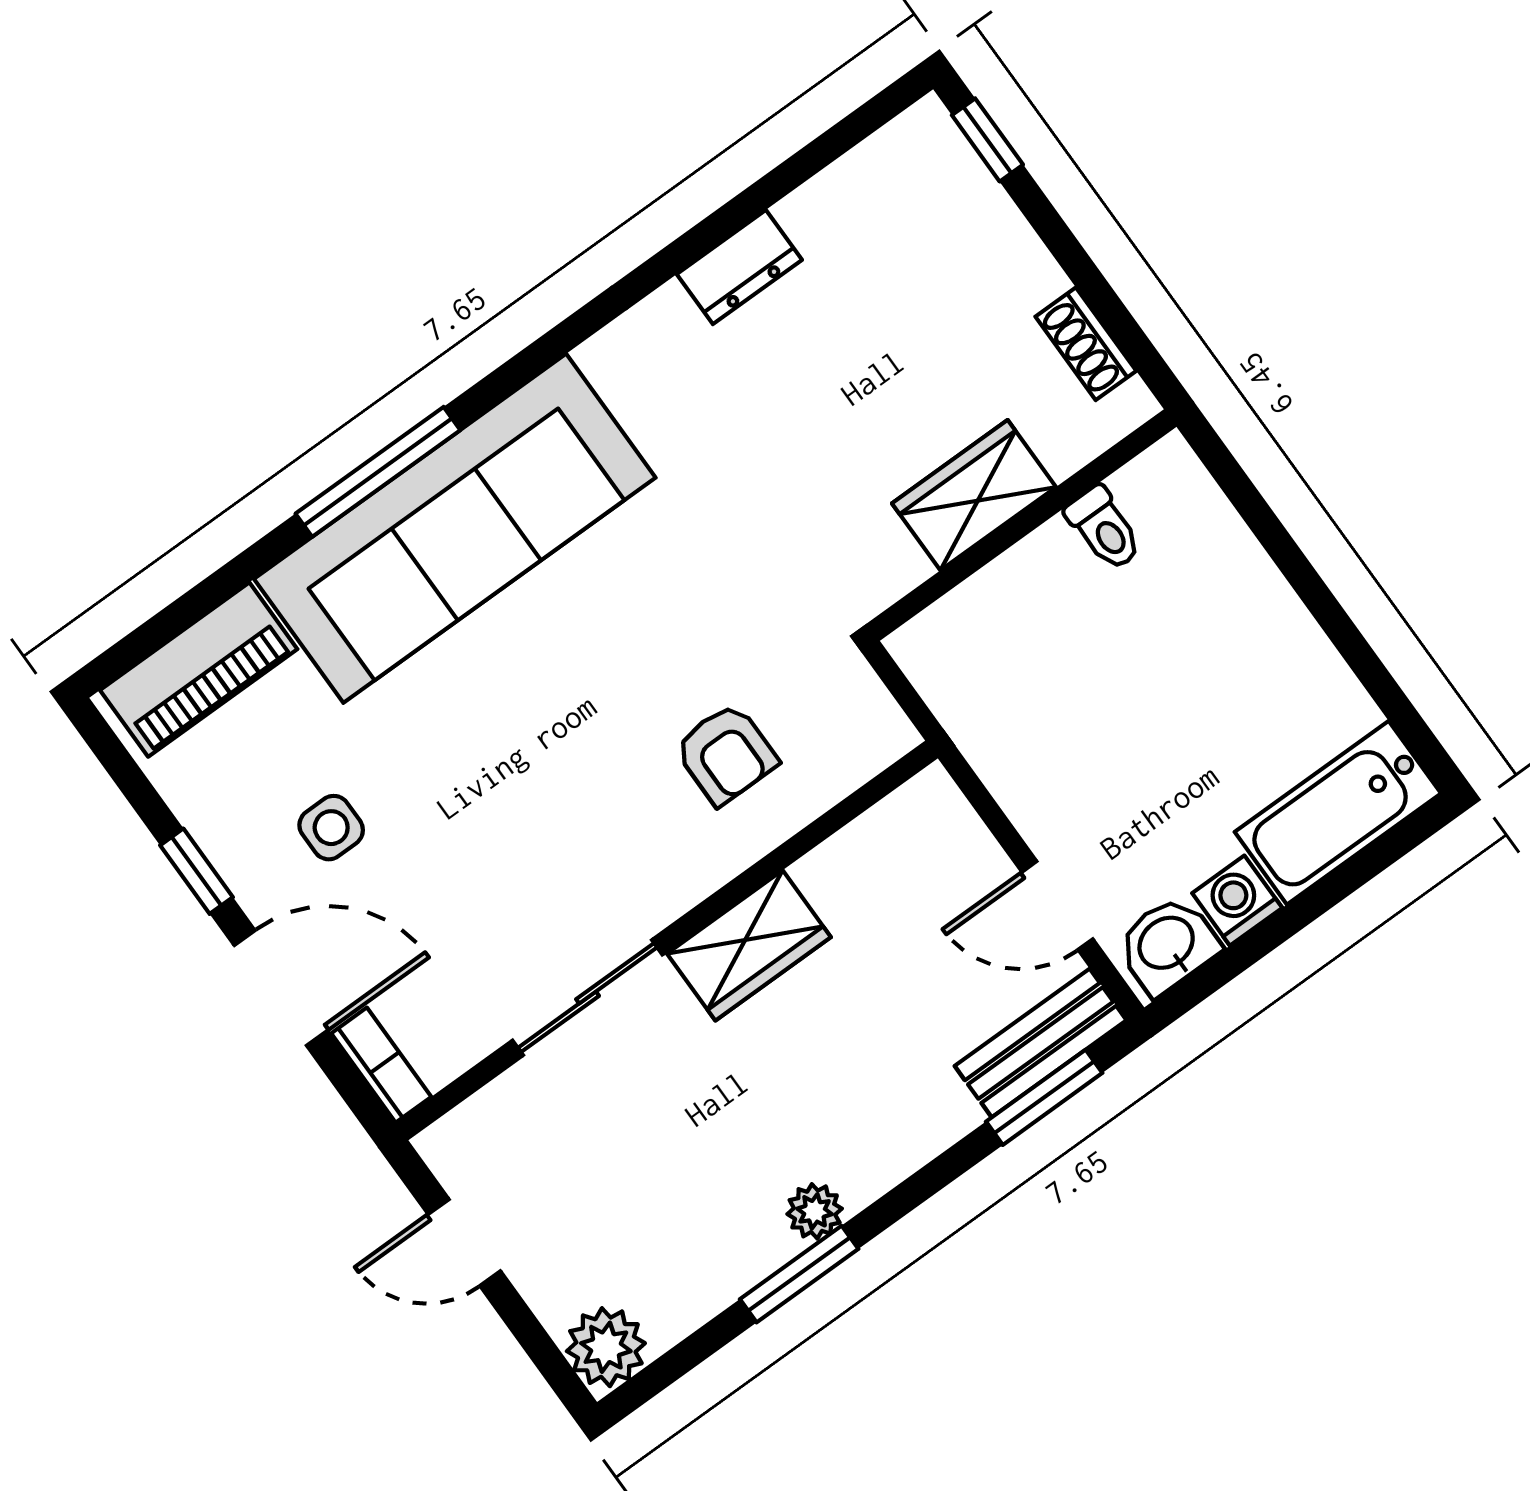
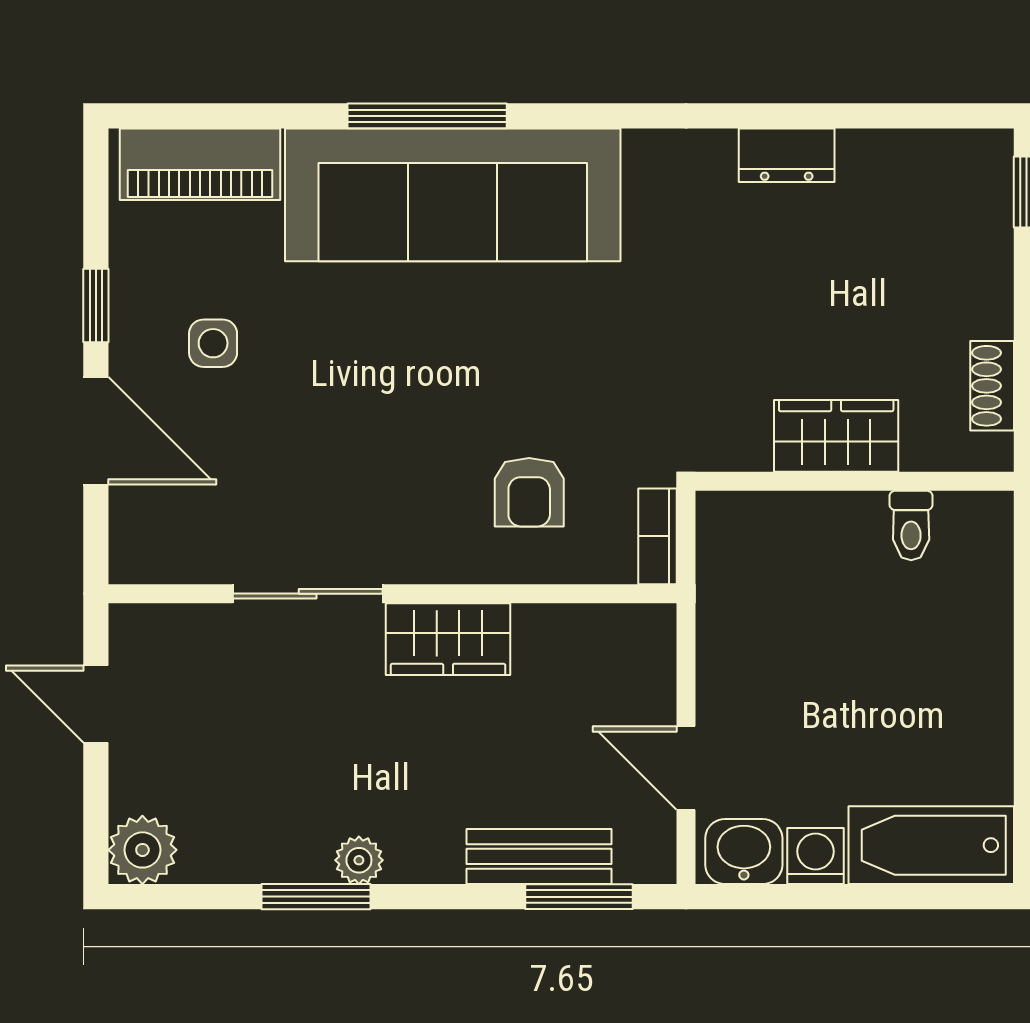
bench: (1041, 1043) -> (539, 856), moved
bookcase: (381, 1065) -> (657, 536), moved, turned 180

